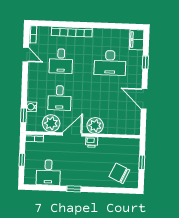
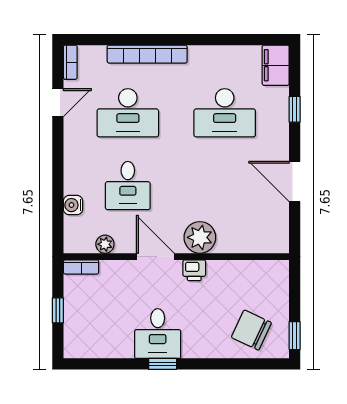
door: (26, 55) -> (58, 103), hinge flipped
desk: (61, 61) -> (128, 113), width x1.37
window: (24, 115) -> (58, 223), removed
plant: (51, 123) -> (105, 244), width x0.53, depth x0.53
door: (72, 134) -> (155, 257), hinge flipped
window: (142, 162) -> (295, 336), moved
desk: (48, 173) -> (158, 334), moved

